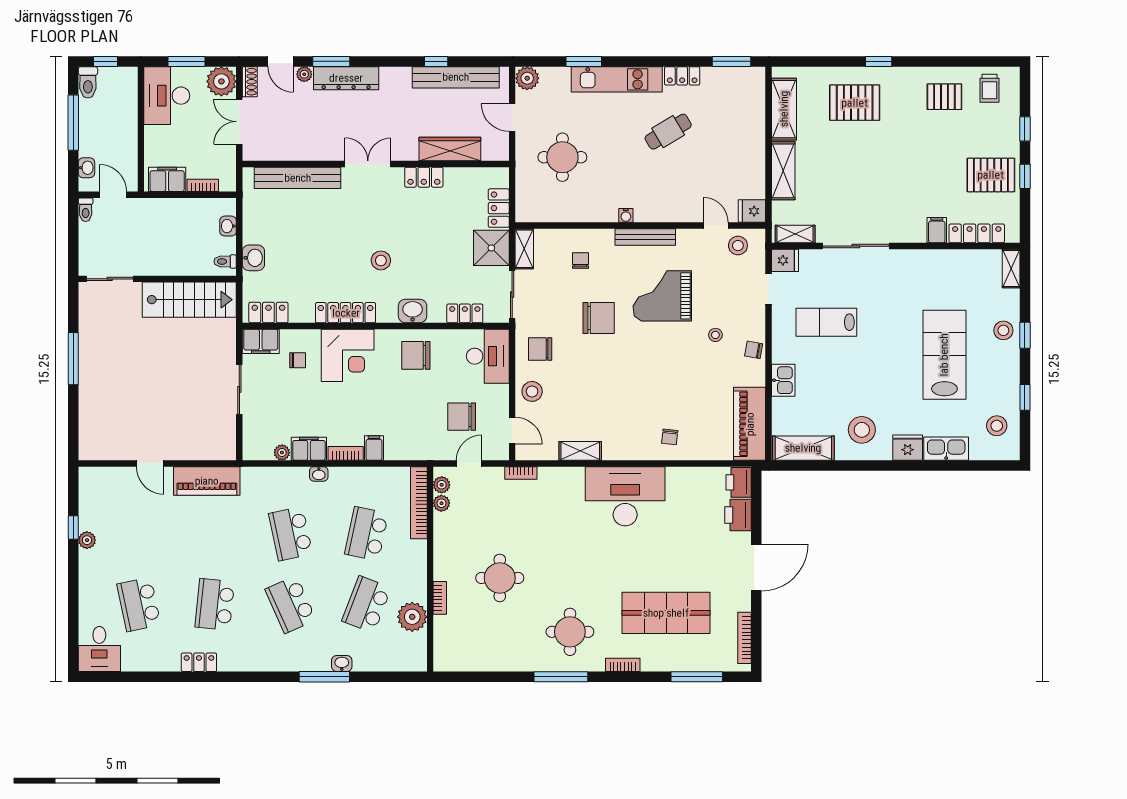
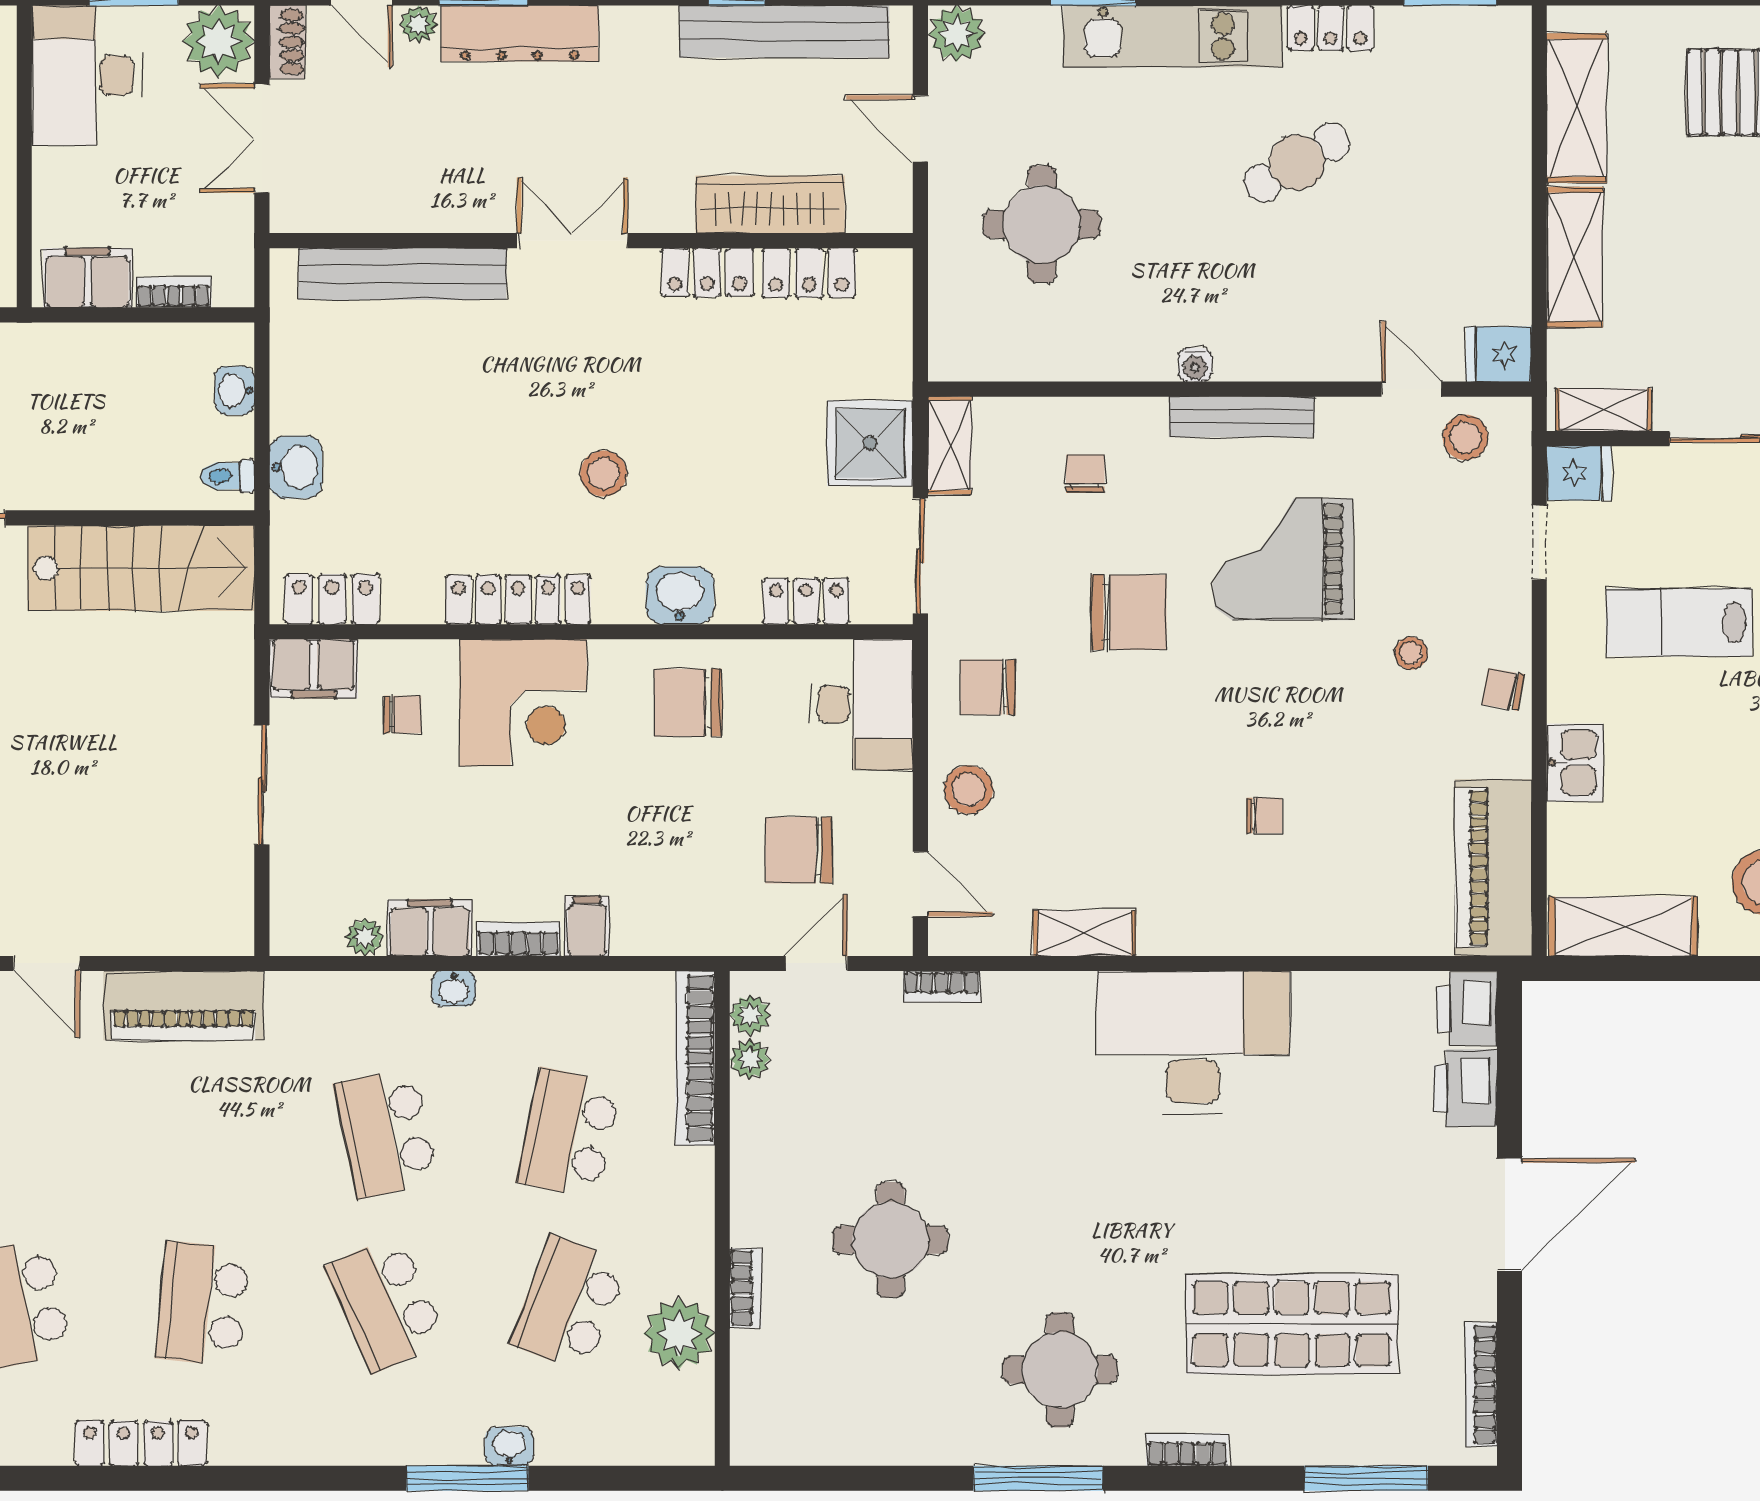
locker: (499, 208) -> (809, 273), moved, turned -90
chair: (670, 437) -> (1264, 816), moved, turned -96
locker: (199, 662) -> (141, 1443), width x1.53

